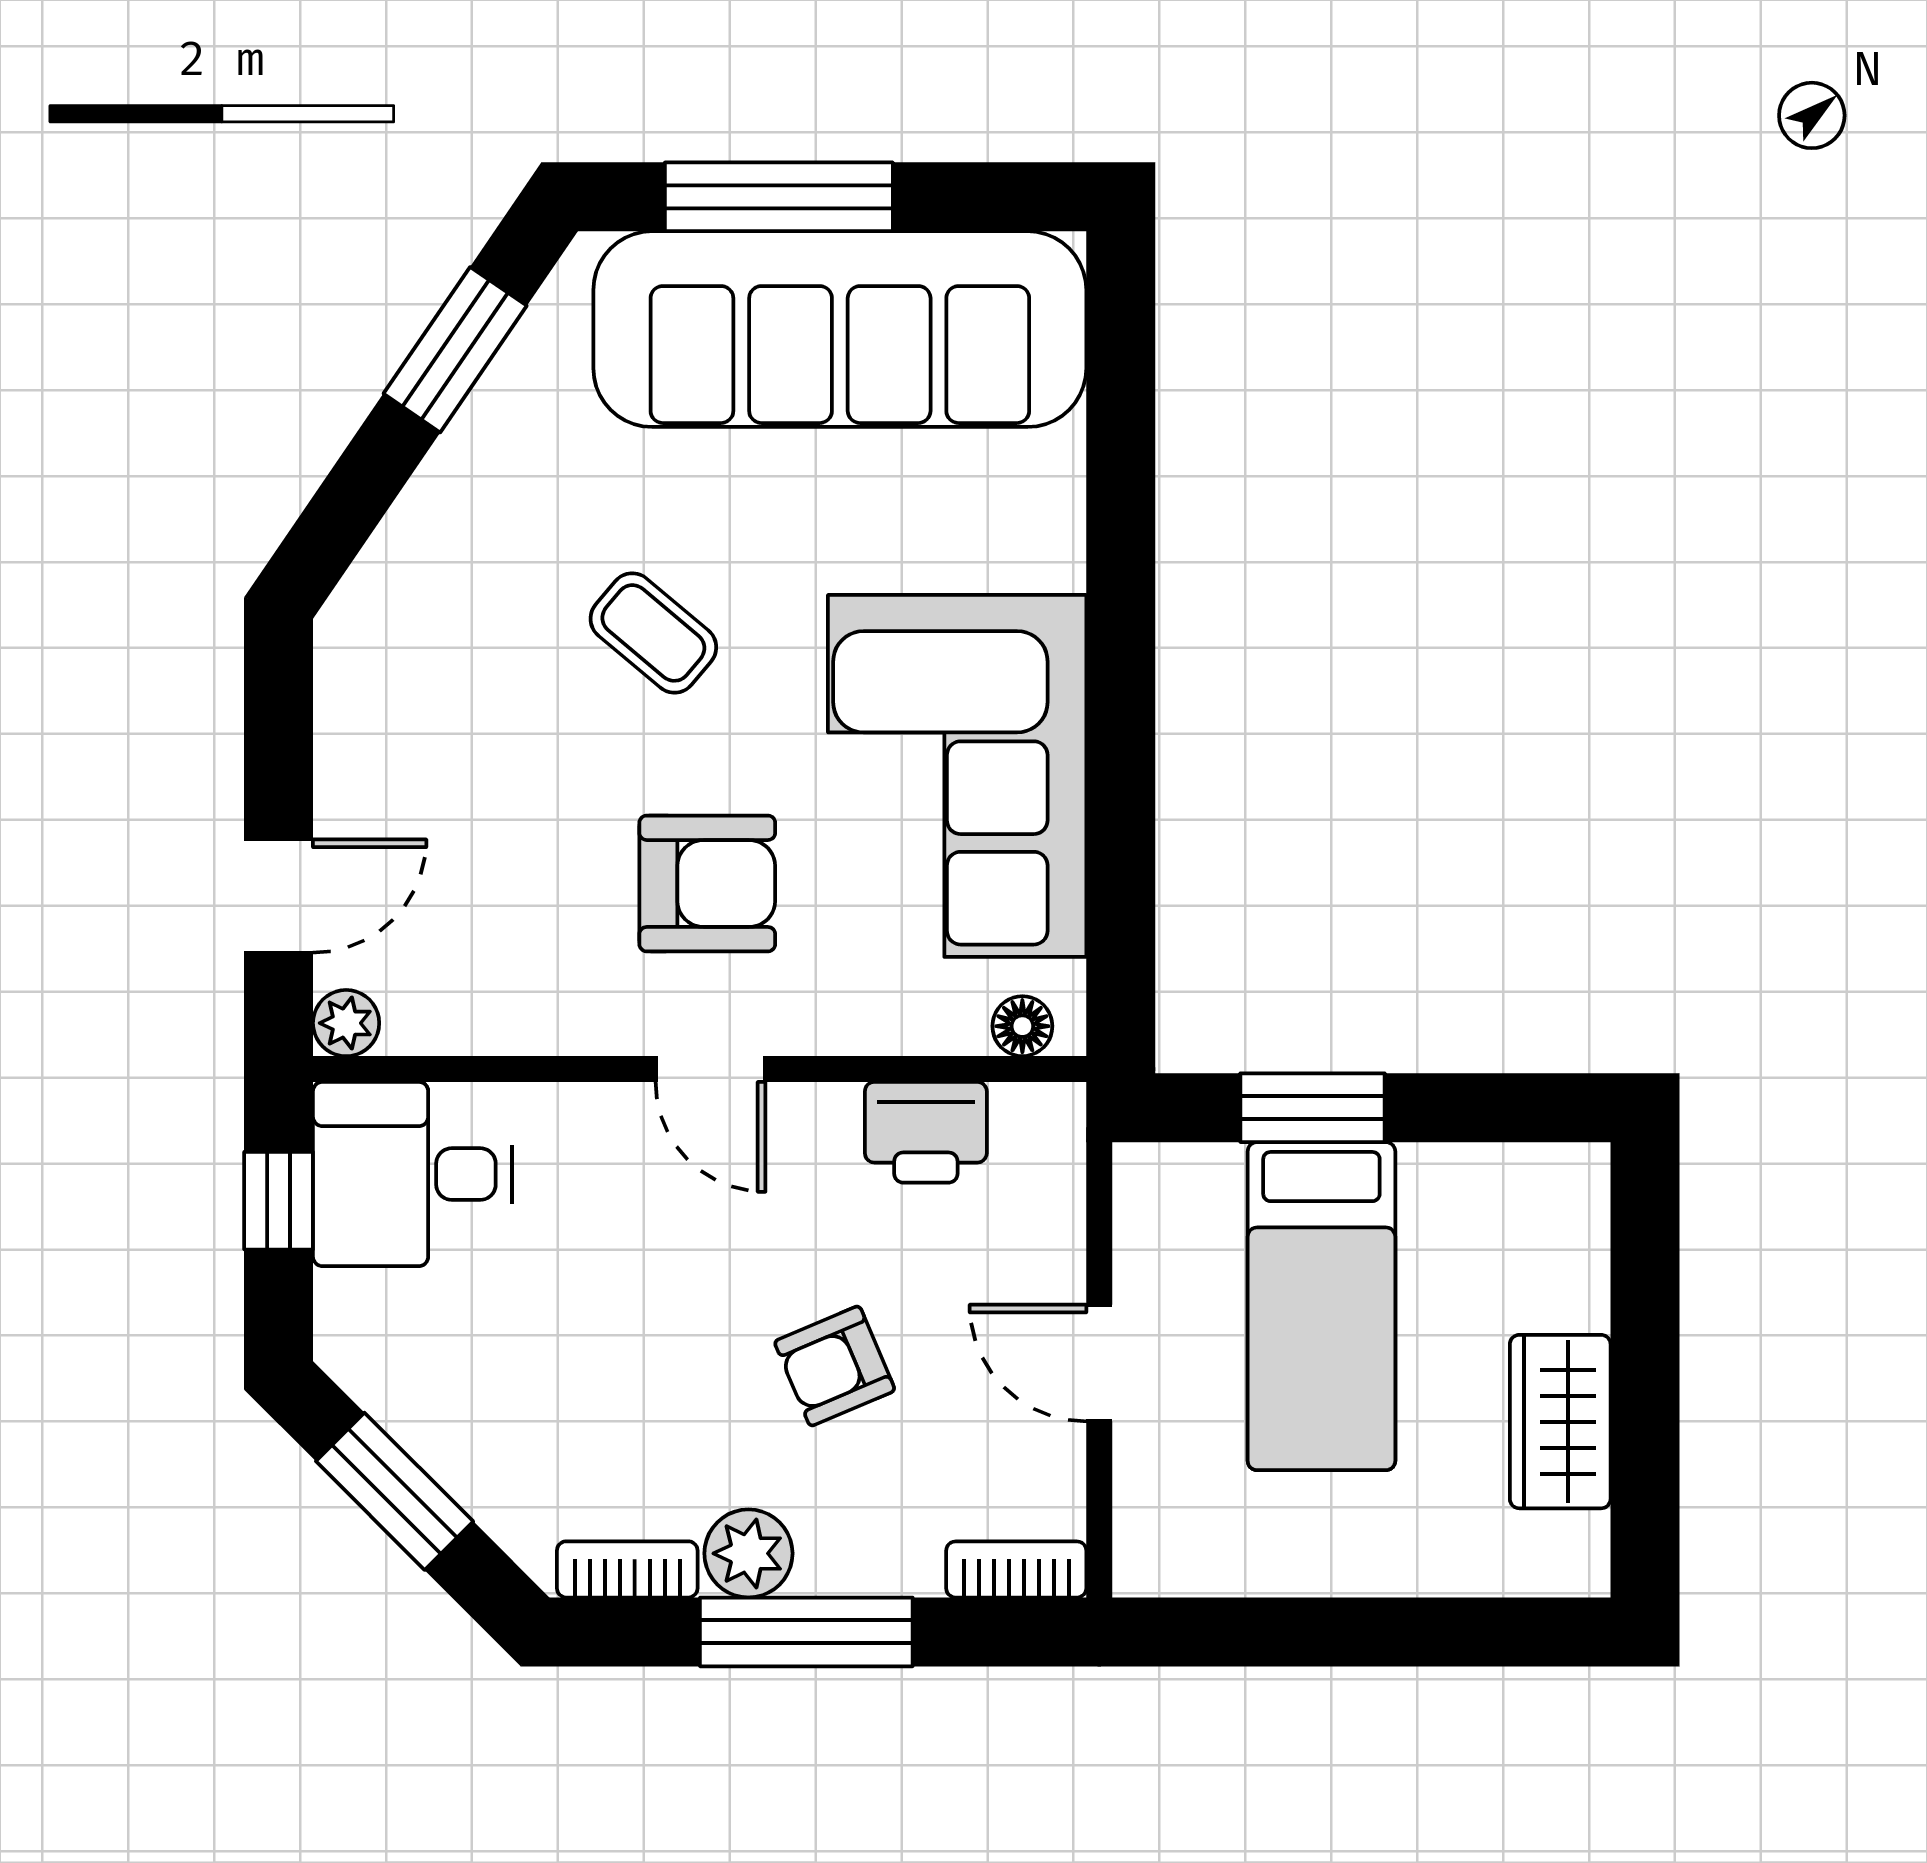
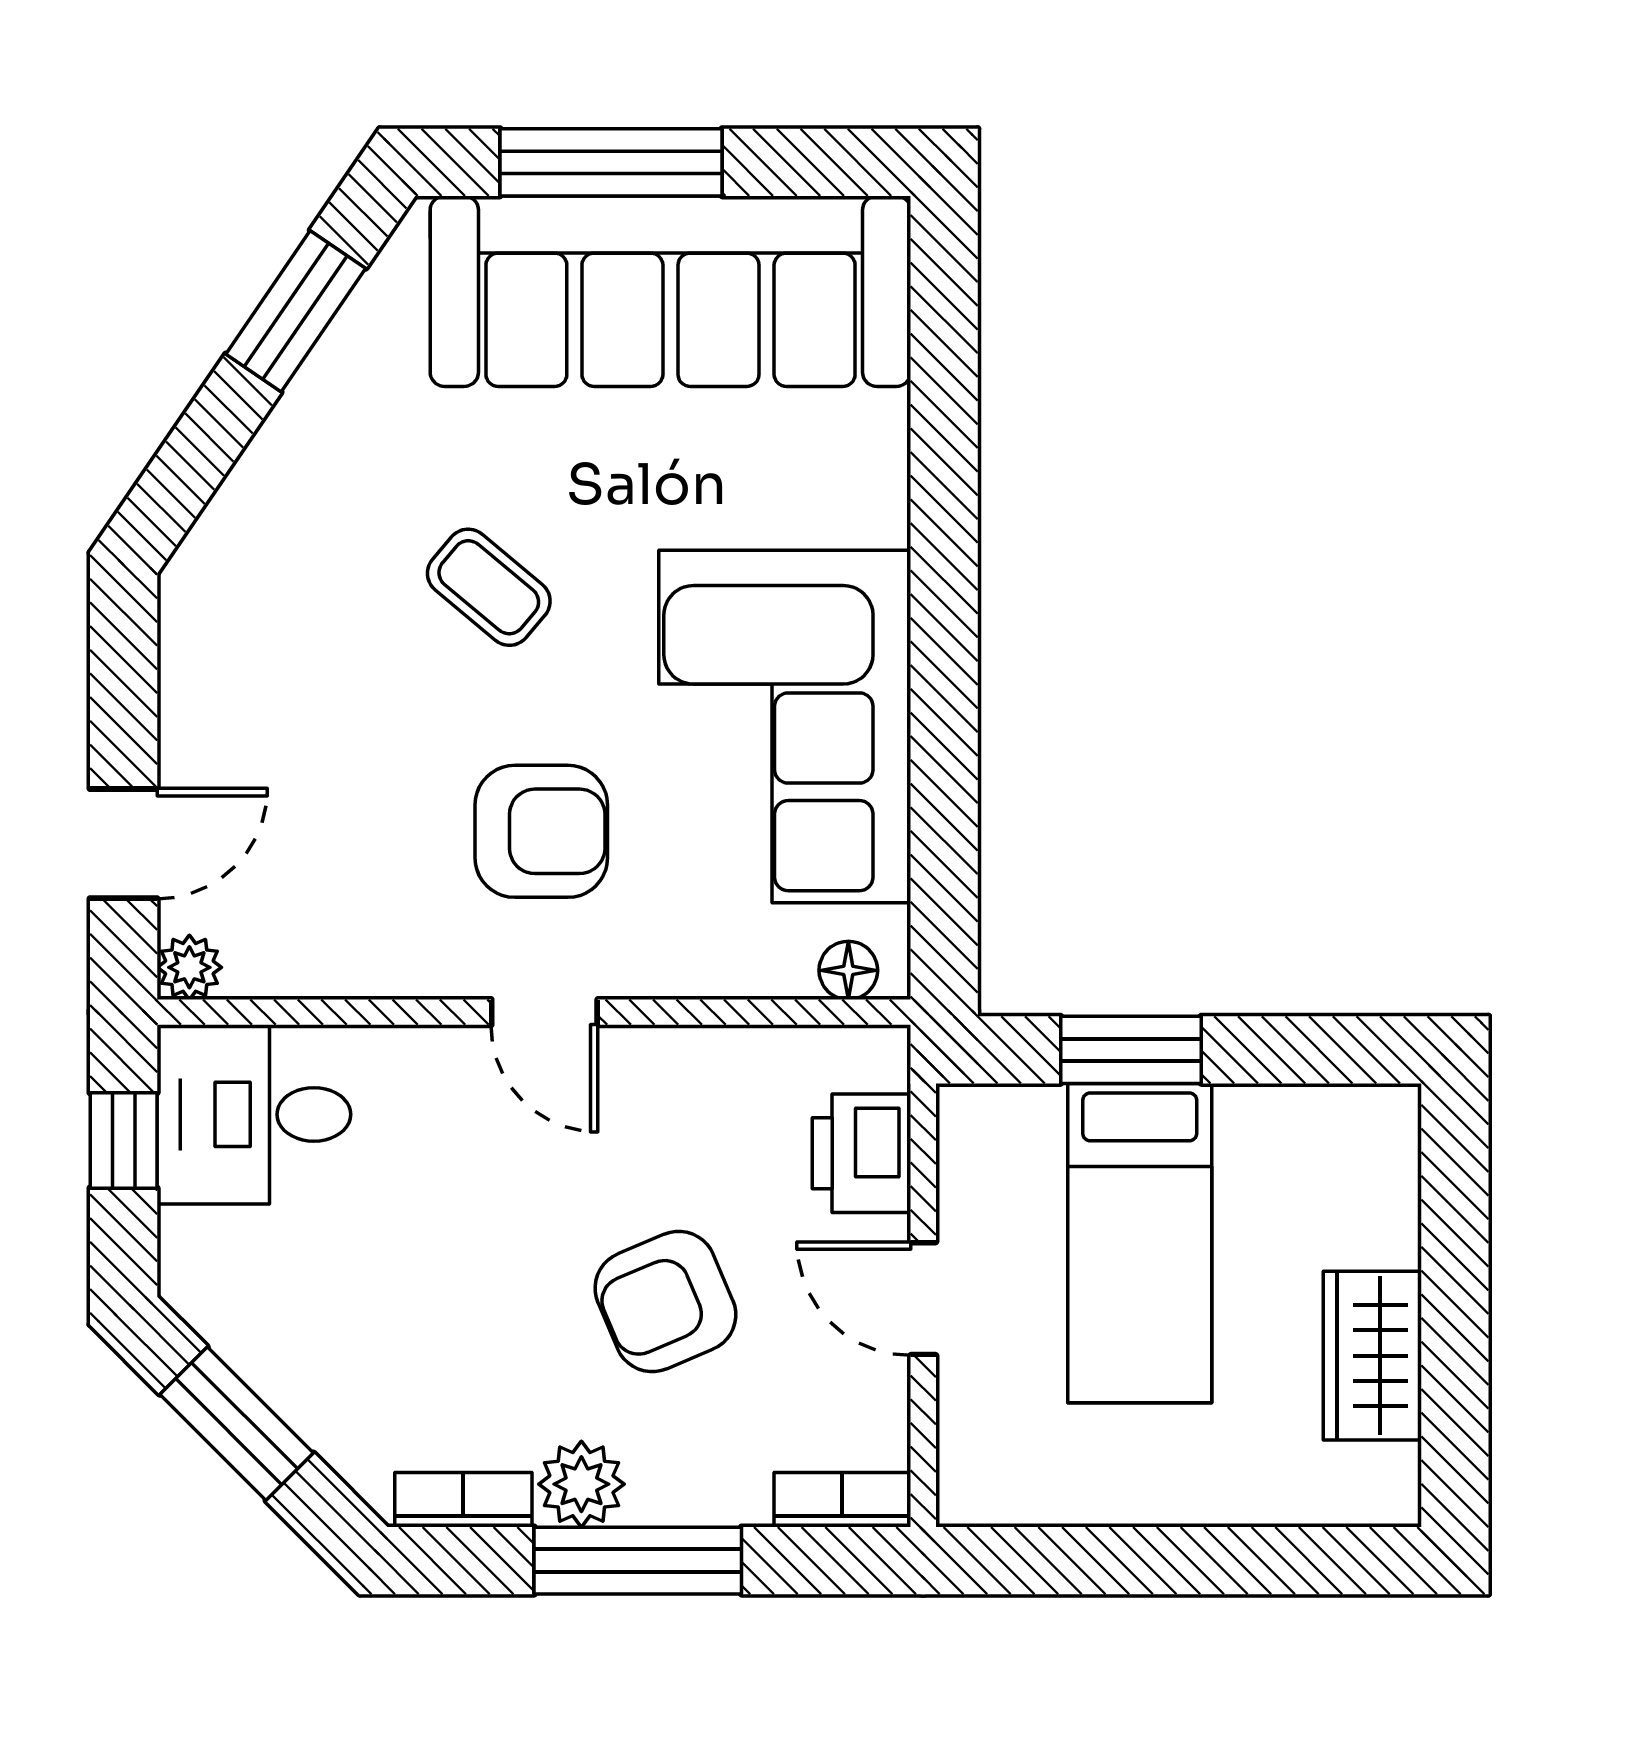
printer: (926, 1132) -> (862, 1153), moved, turned 90
armchair: (835, 1366) -> (665, 1301), width x1.38, depth x1.38

